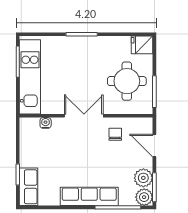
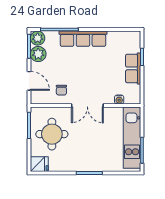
row of seats: (29, 187) -> (133, 68), moved

